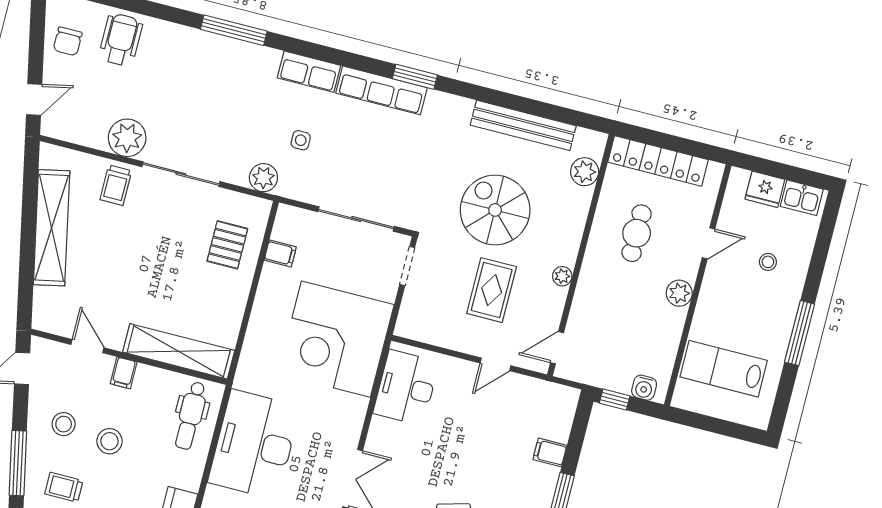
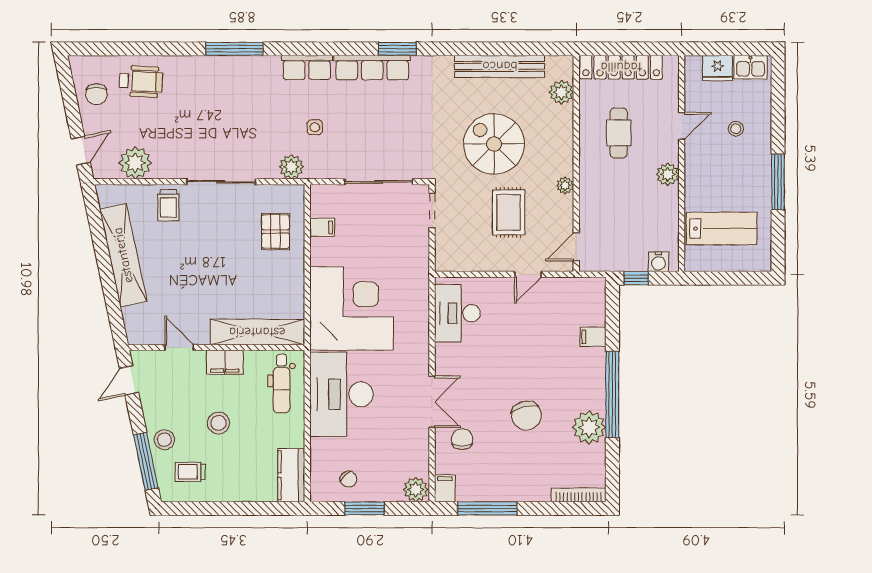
wheelchair: (121, 40) -> (141, 81), turned 93
plant: (127, 138) -> (135, 163), moved
corner desk: (336, 339) -> (352, 308), moved, turned 180
lab bench: (724, 369) -> (722, 228), turned 180
filing cabinet: (124, 373) -> (225, 362), width x2.00
stool: (64, 424) -> (164, 440), moved

